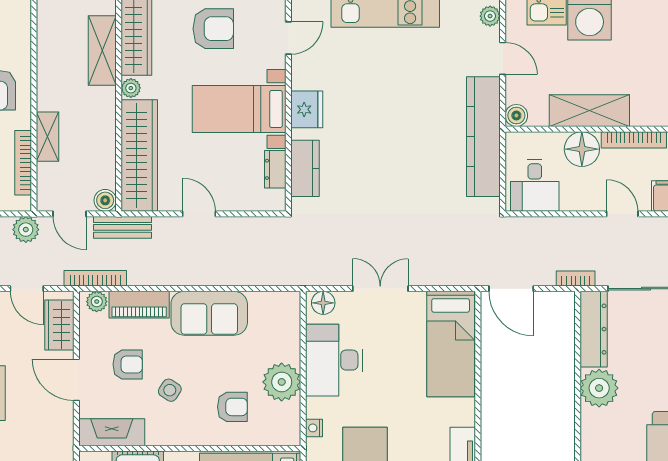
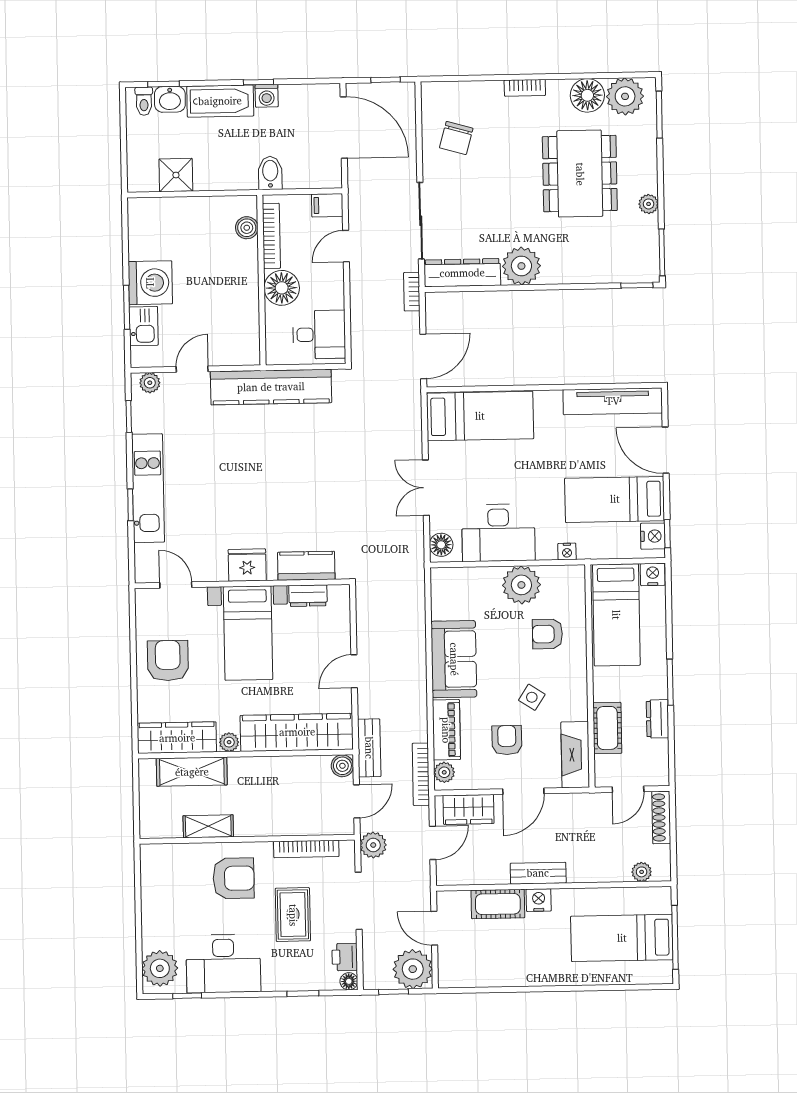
shelving: (589, 111) -> (243, 281), removed
boiler: (516, 115) -> (247, 228), moved
shelving: (48, 137) -> (208, 826), moved
armchair: (232, 407) -> (547, 634), turned -90

